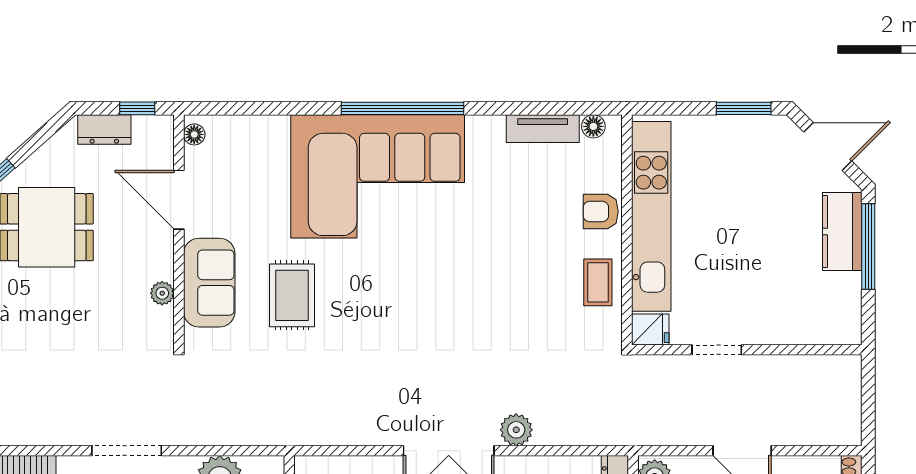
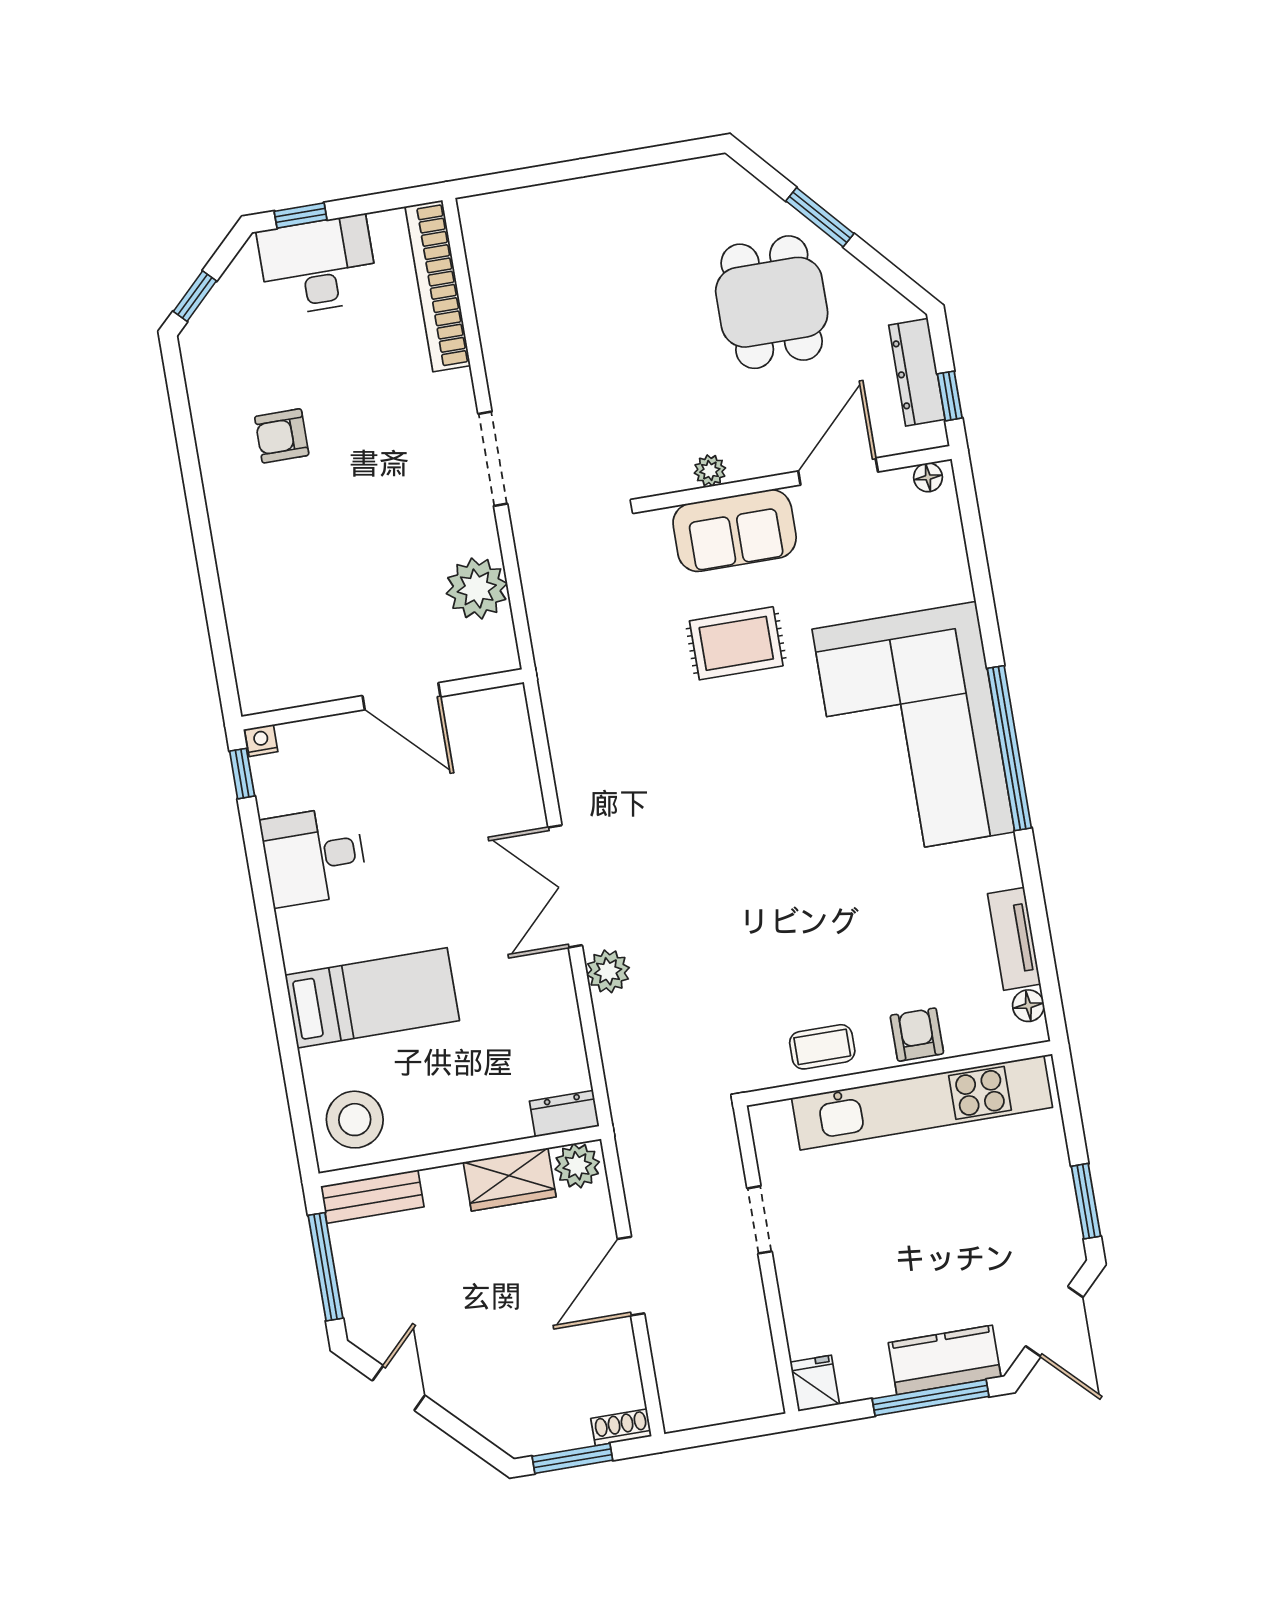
dresser: (104, 130) -> (917, 372), width x1.44
fridge: (650, 329) -> (815, 1383), moved, turned 180

